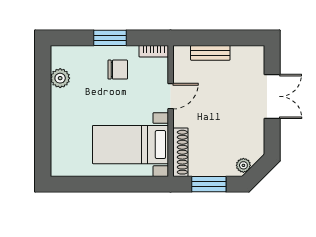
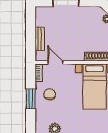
door: (171, 96) -> (55, 63), moved

